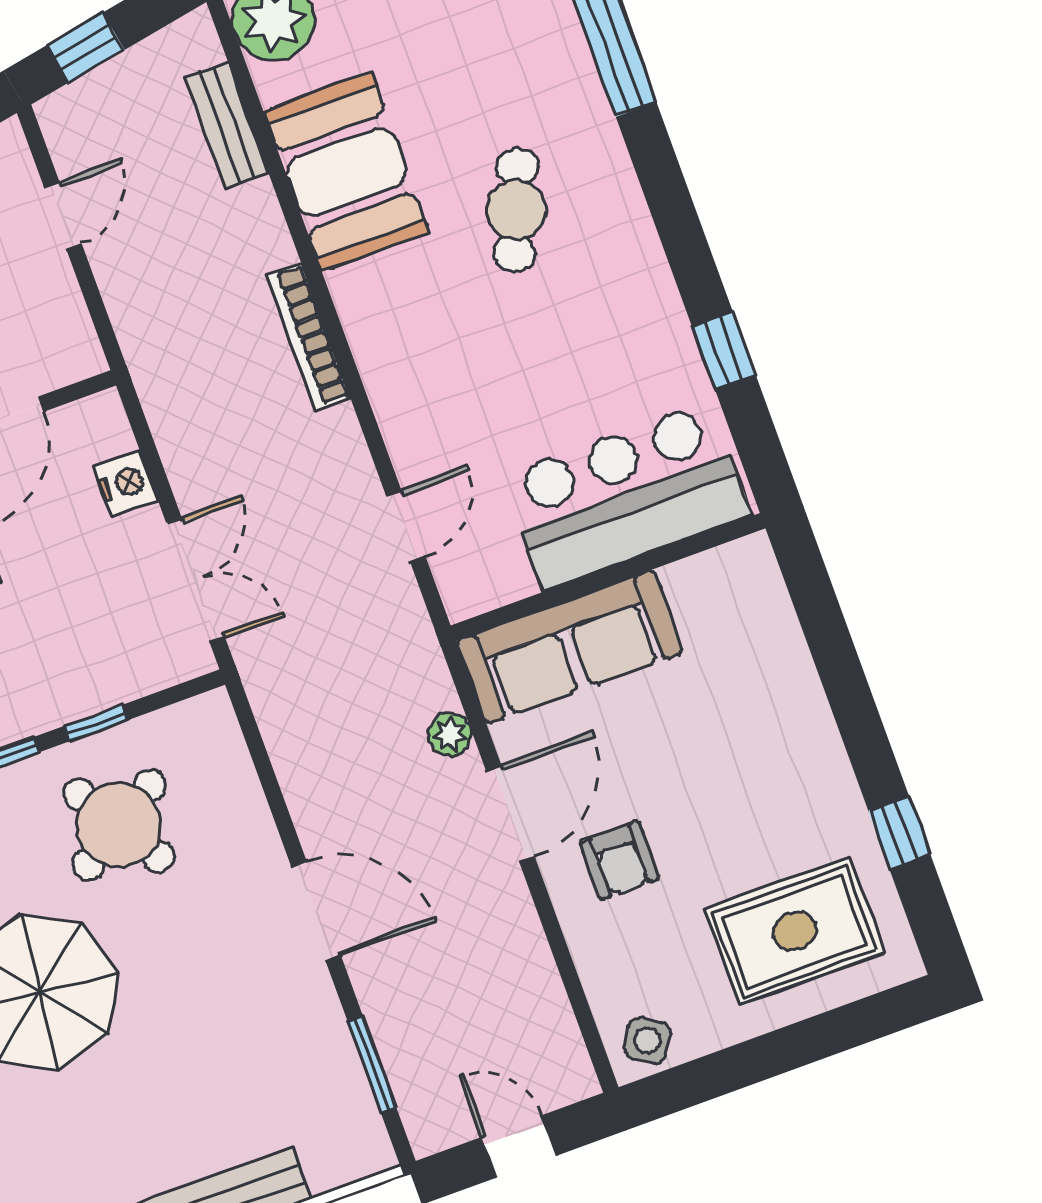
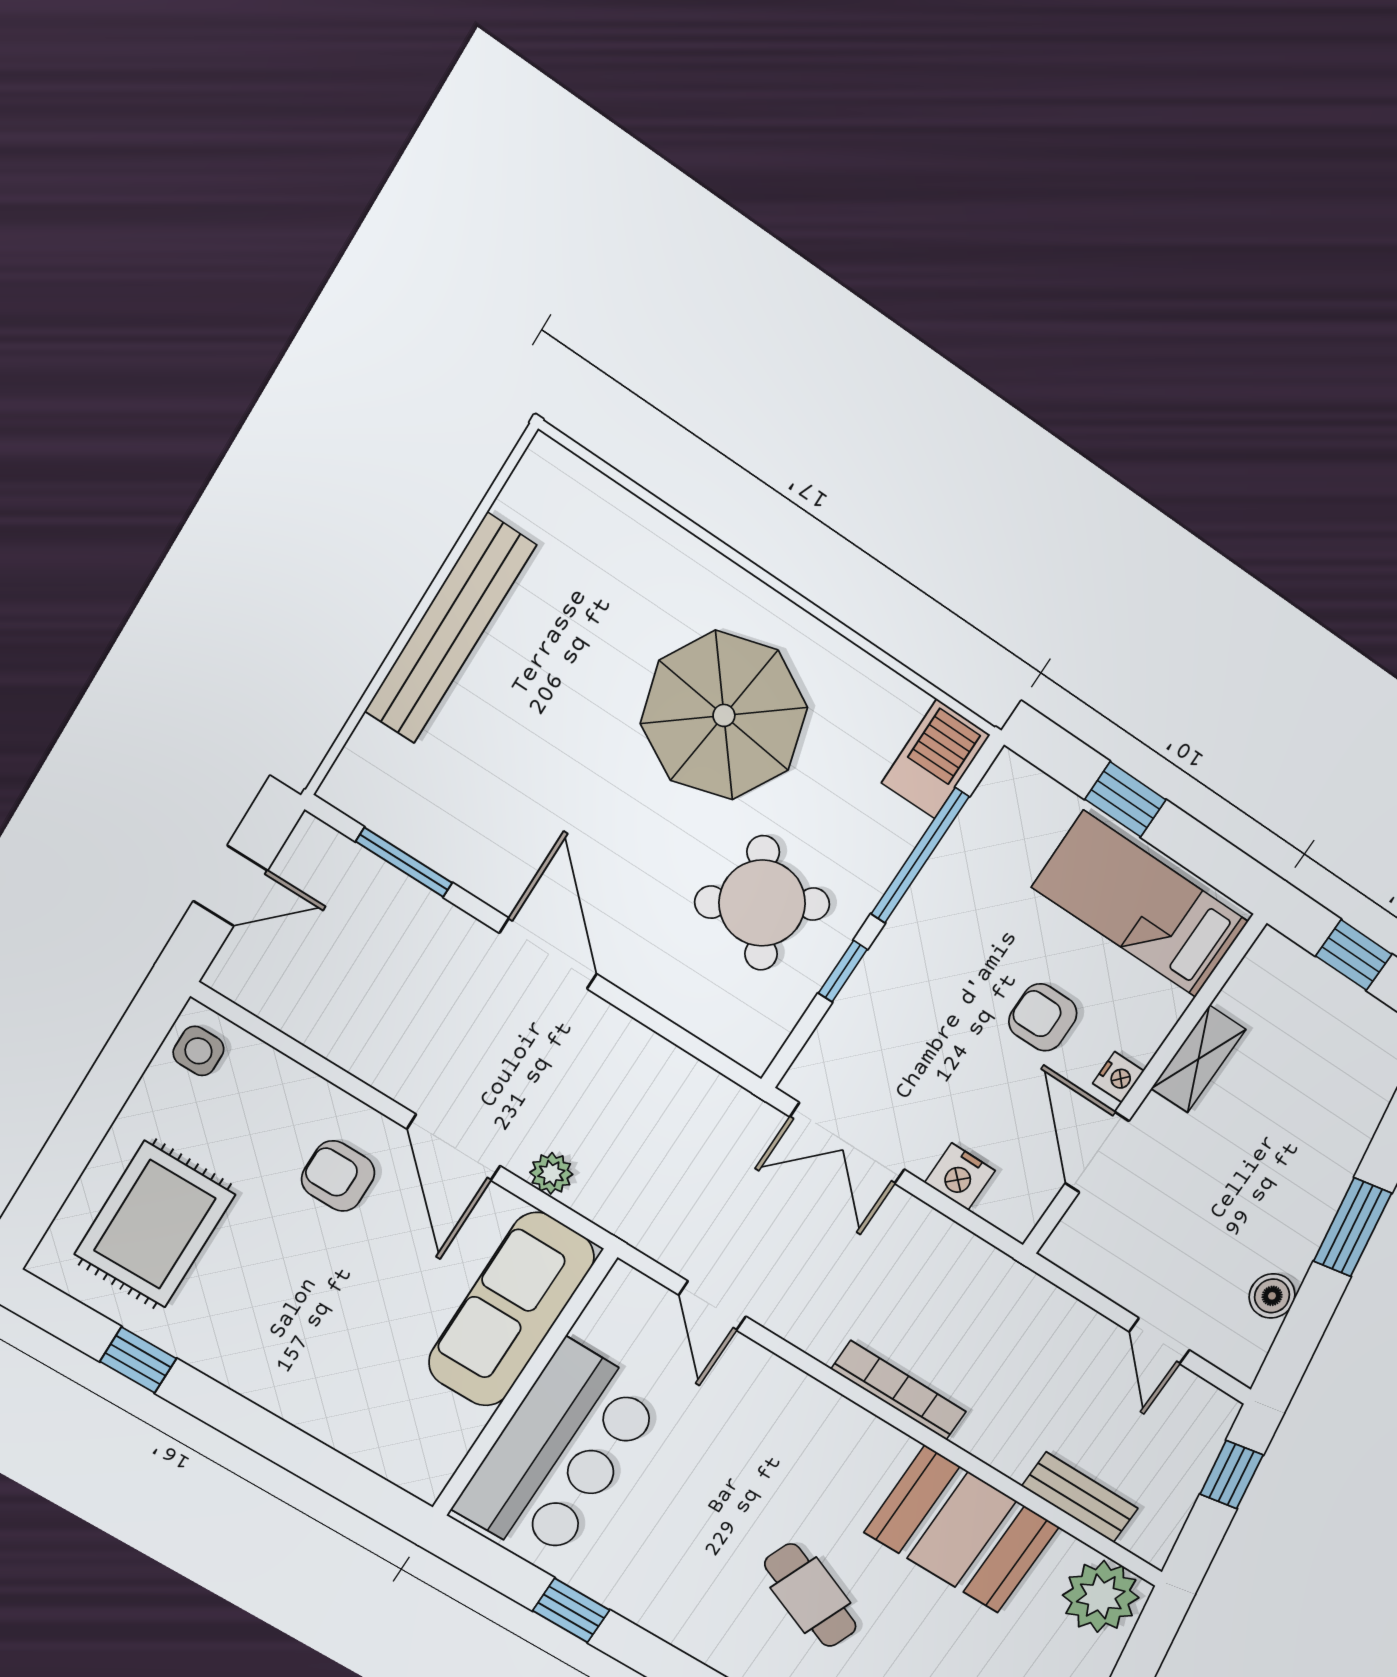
door: (316, 911) -> (548, 954), swing flipped
side table: (647, 1040) -> (198, 1051), turned -33

